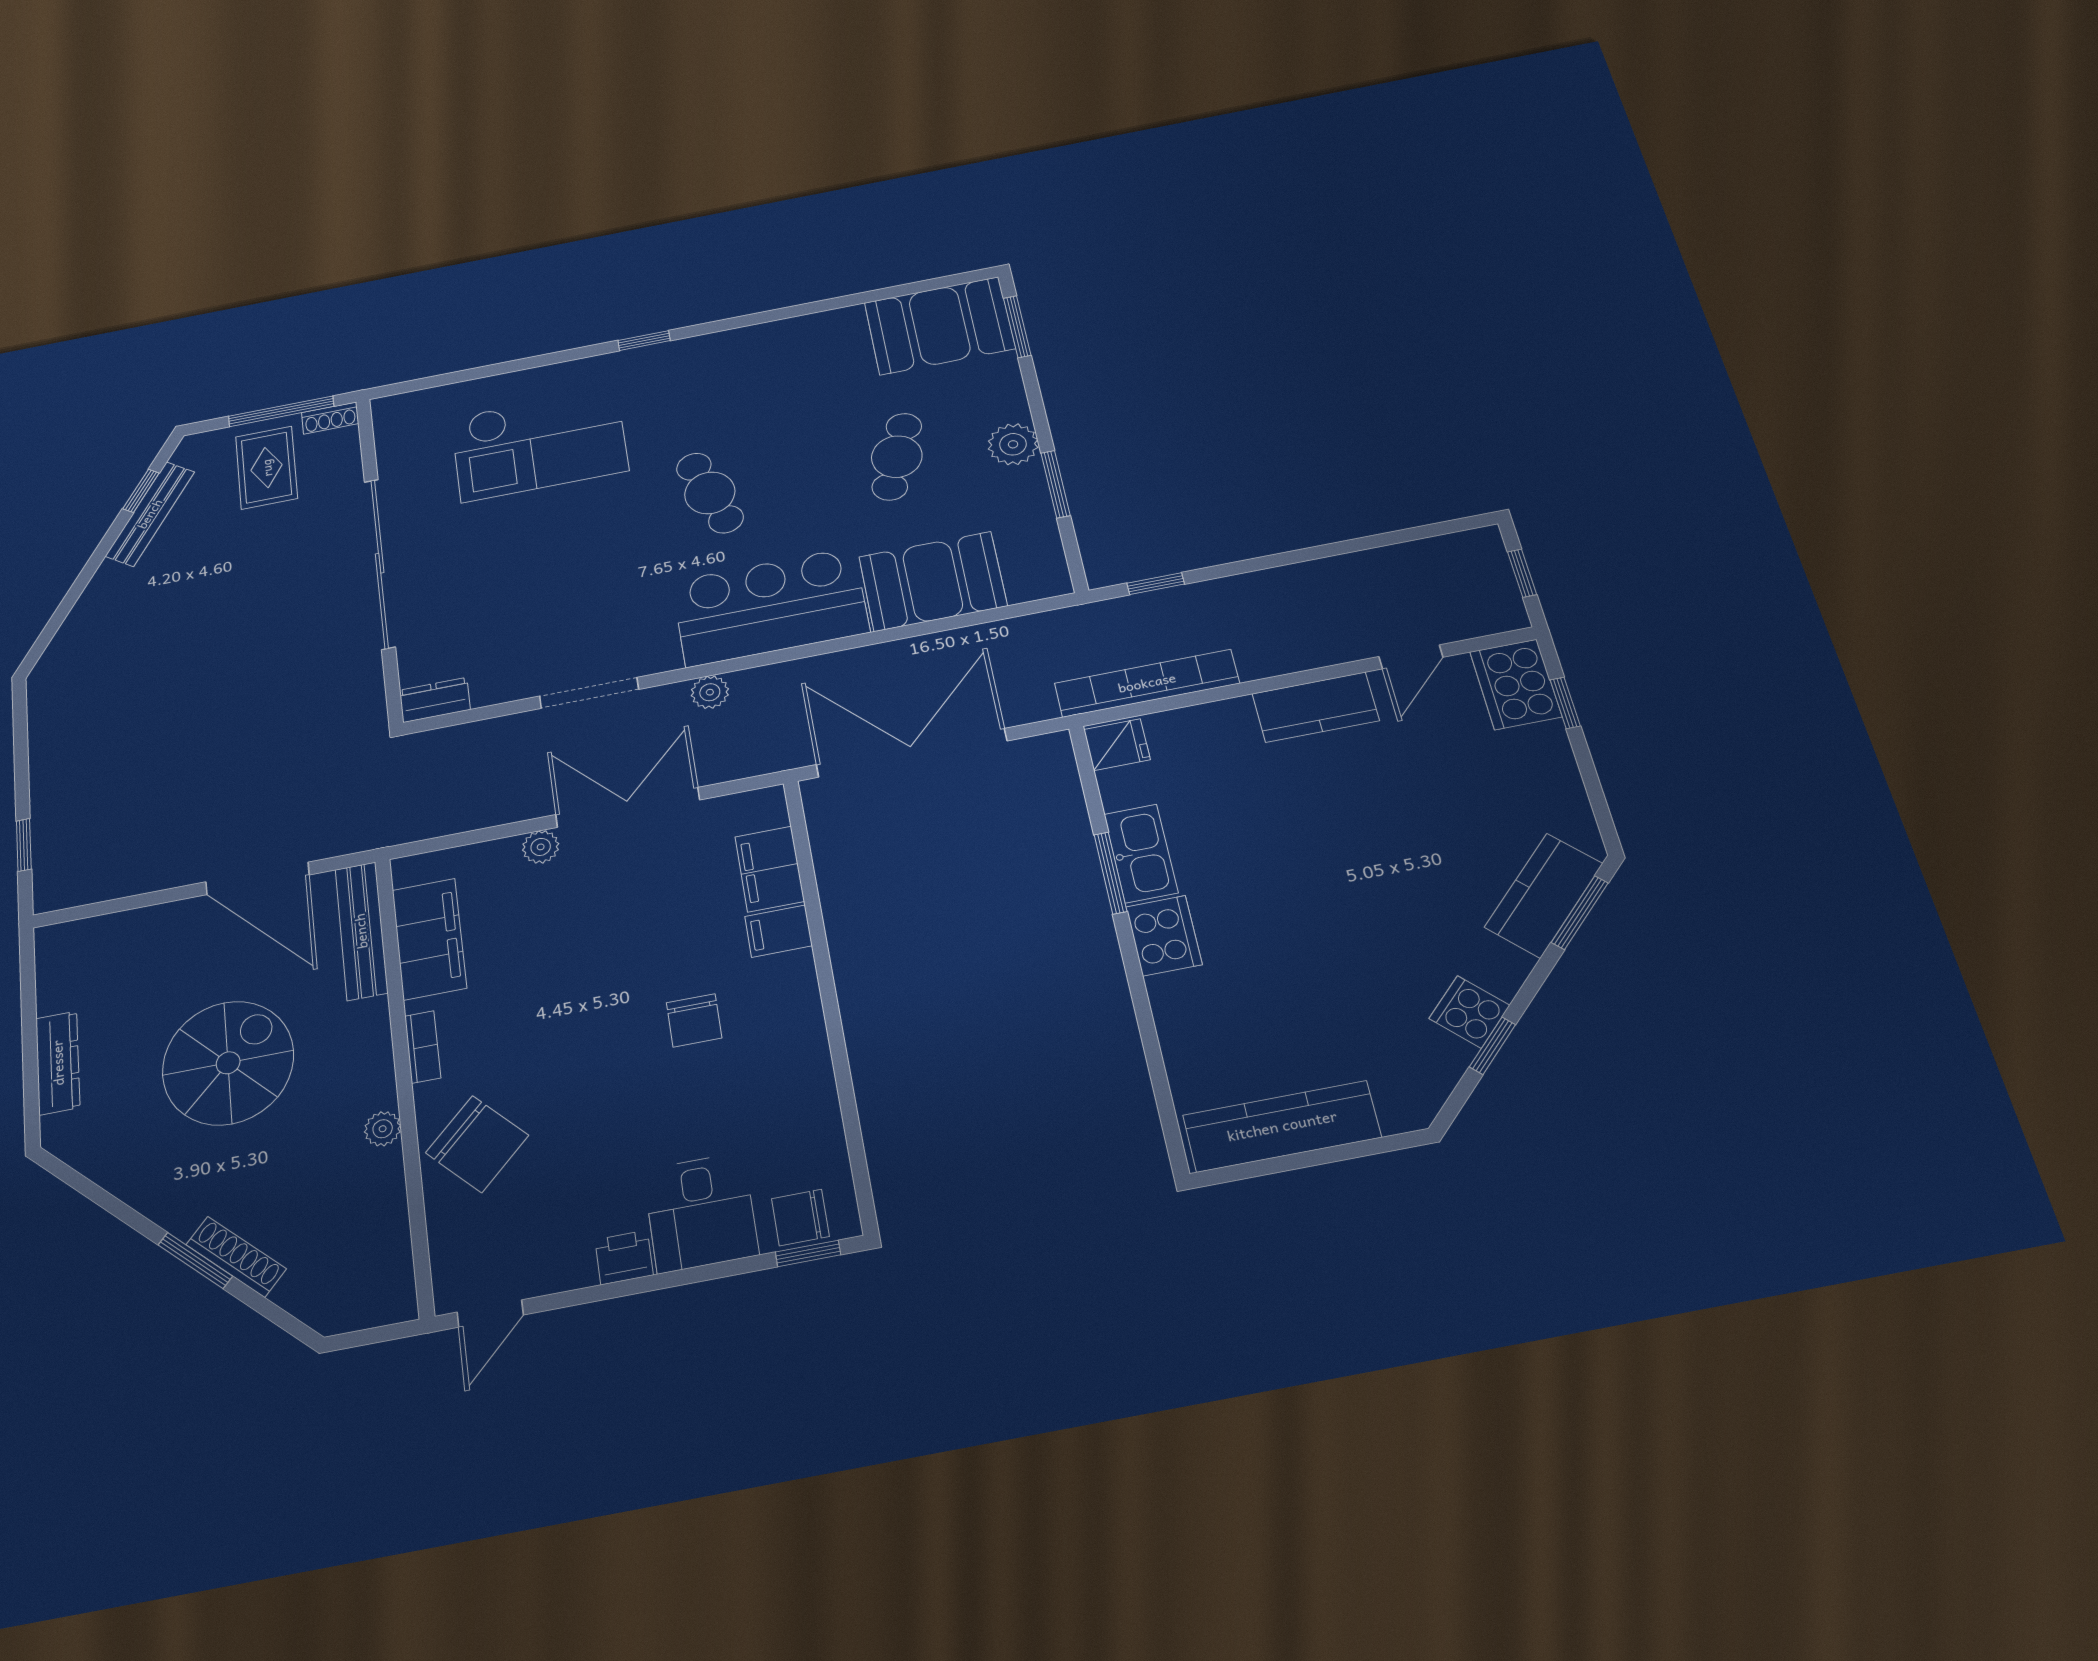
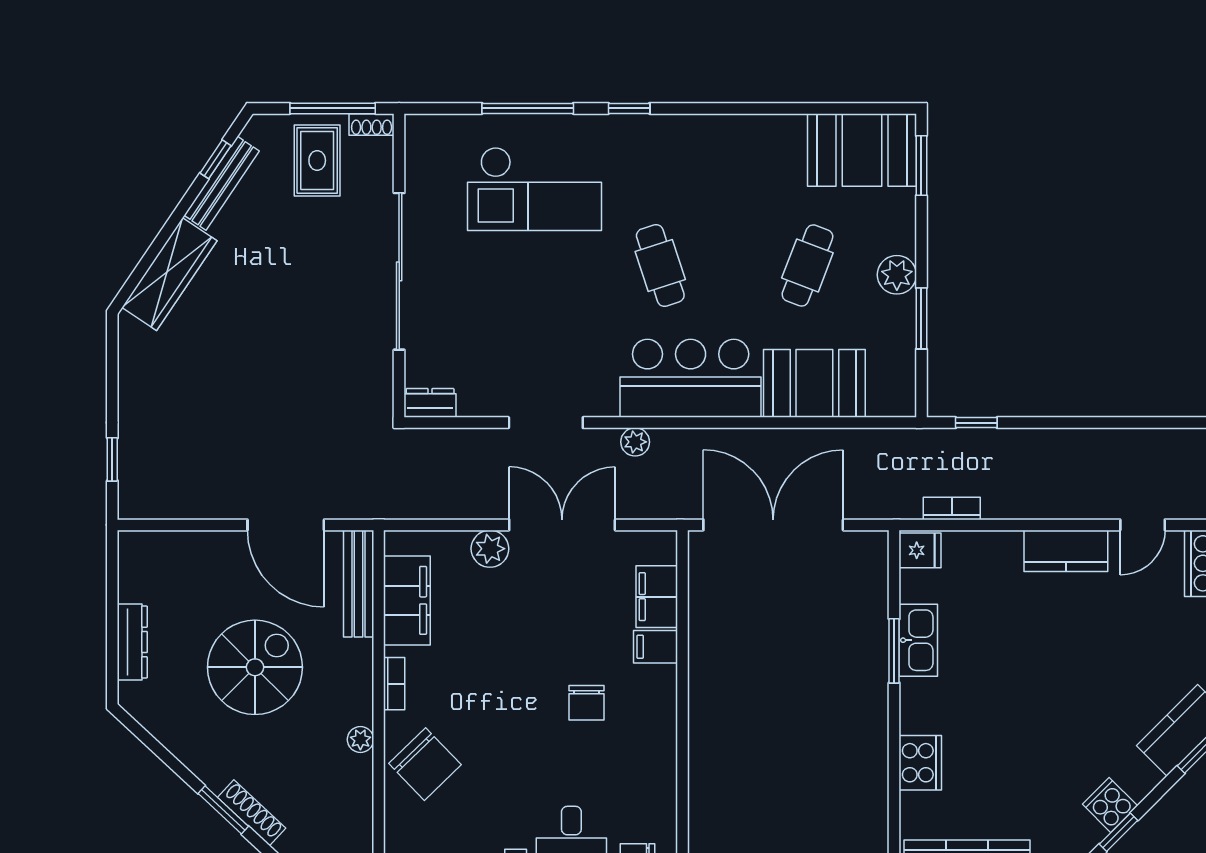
window: (520, 365) -> (528, 108), added
wardrobe: (90, 623) -> (169, 274), added
bookcase: (1147, 683) -> (952, 508), width x0.43, depth x0.76
plant: (541, 847) -> (490, 549), width x1.38, depth x1.38
cooker: (1164, 936) -> (920, 763), moved

